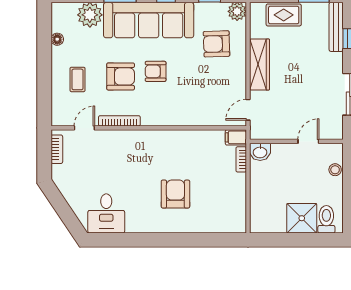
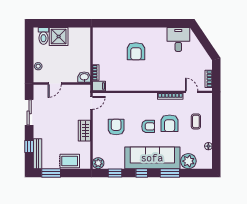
armchair: (217, 44) -> (116, 127), moved, turned -88
wardrobe: (260, 64) -> (84, 131), width x0.67
armchair: (121, 76) -> (170, 123), turned -90
door: (84, 128) -> (192, 92), swing flipped

